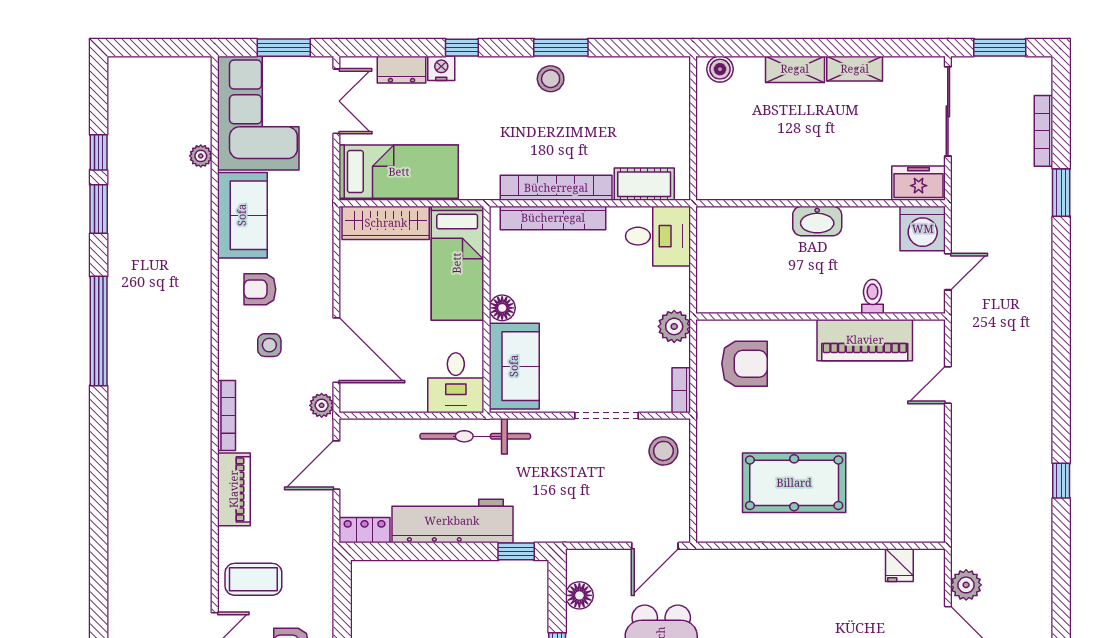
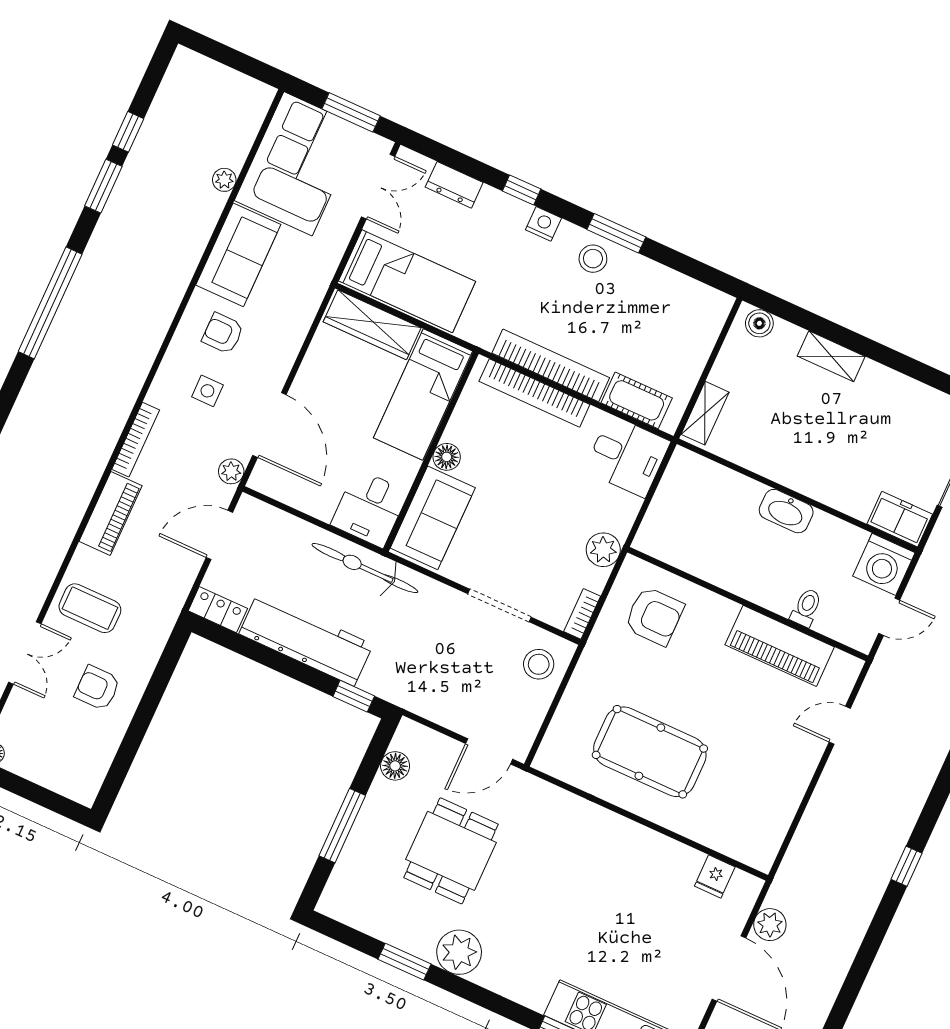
nightstand: (441, 68) -> (543, 224), moved
shelving: (855, 69) -> (705, 413), moved, turned 90

